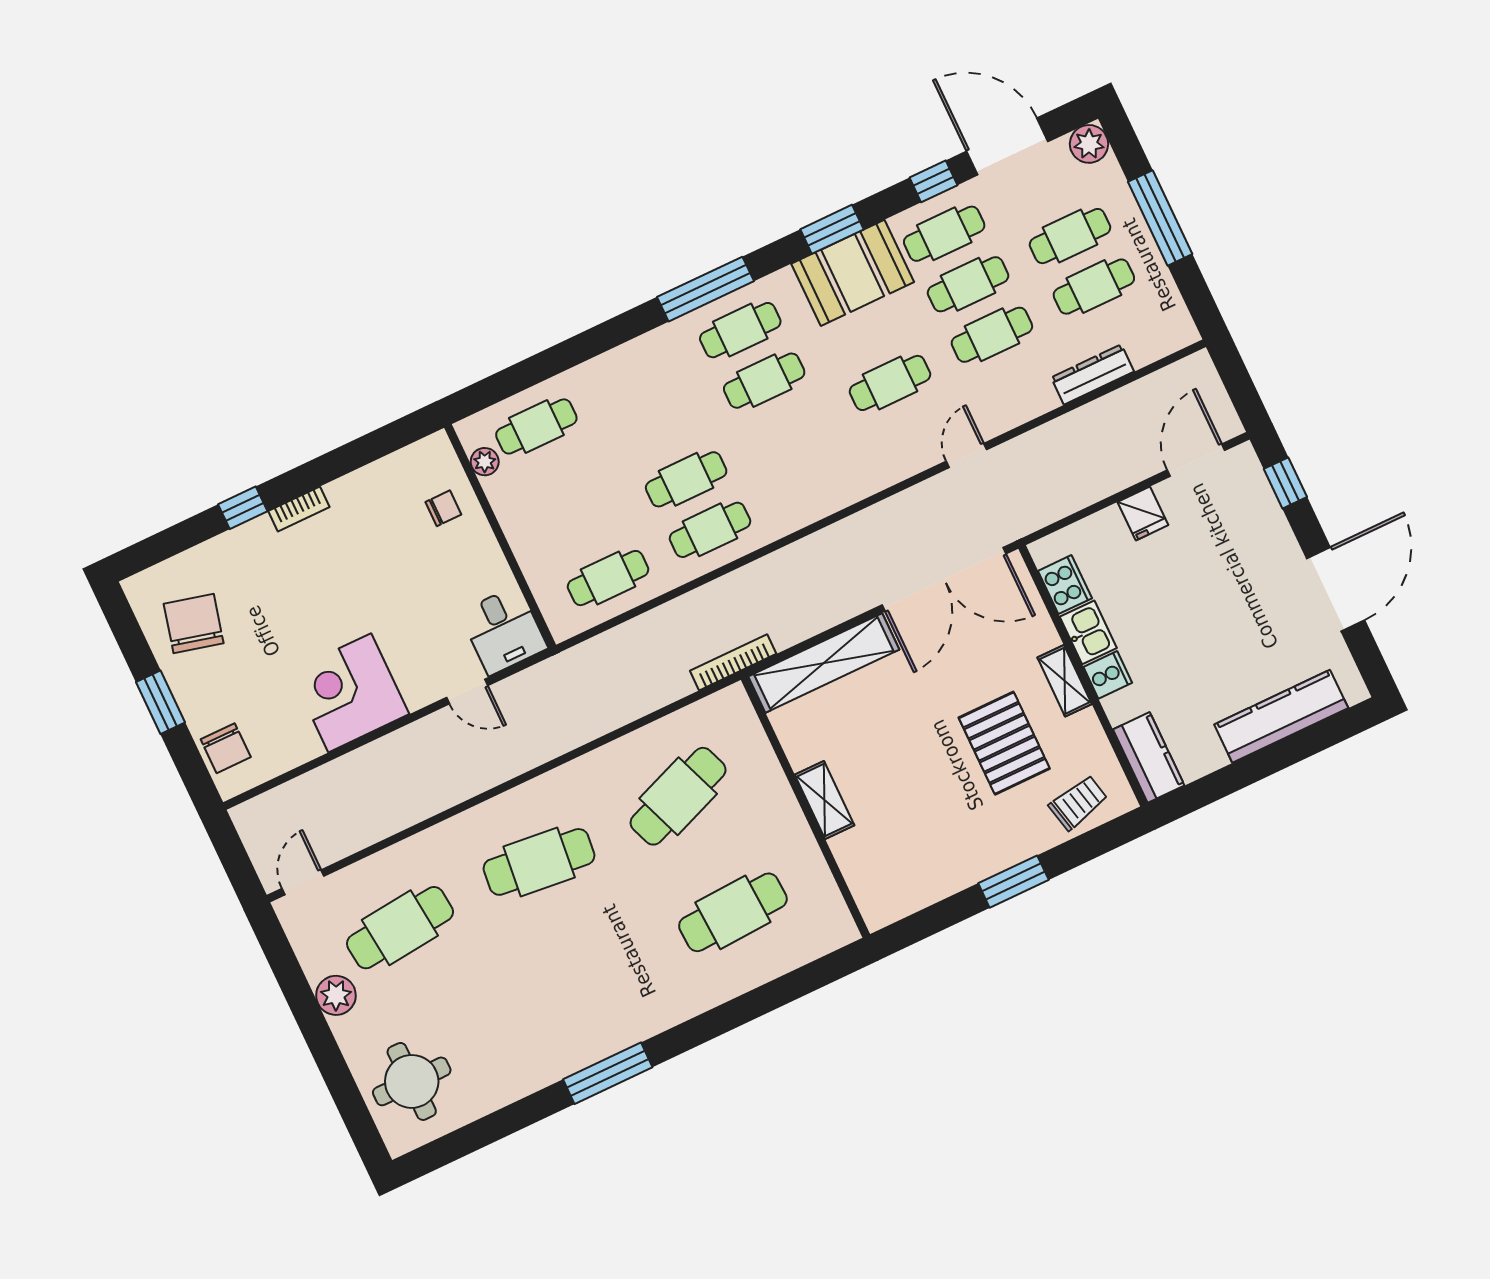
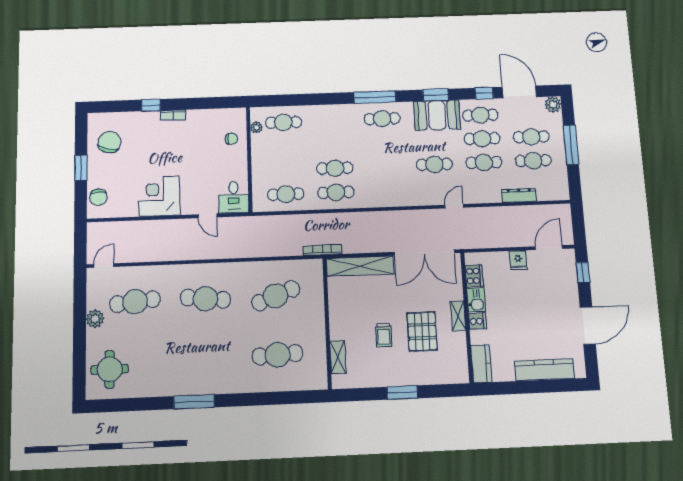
cafe table: (764, 381) -> (383, 142), removed
shelving: (824, 800) -> (338, 357), moved
trolley: (1078, 803) -> (384, 335), moved, turned 103

